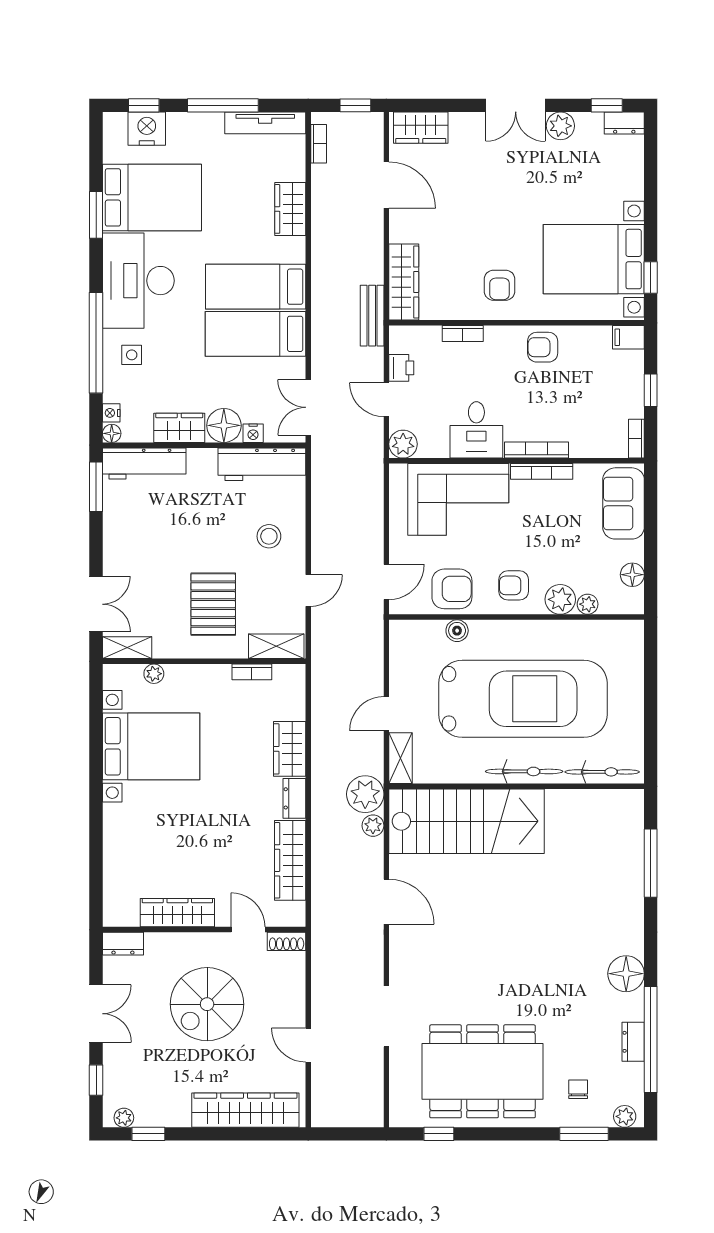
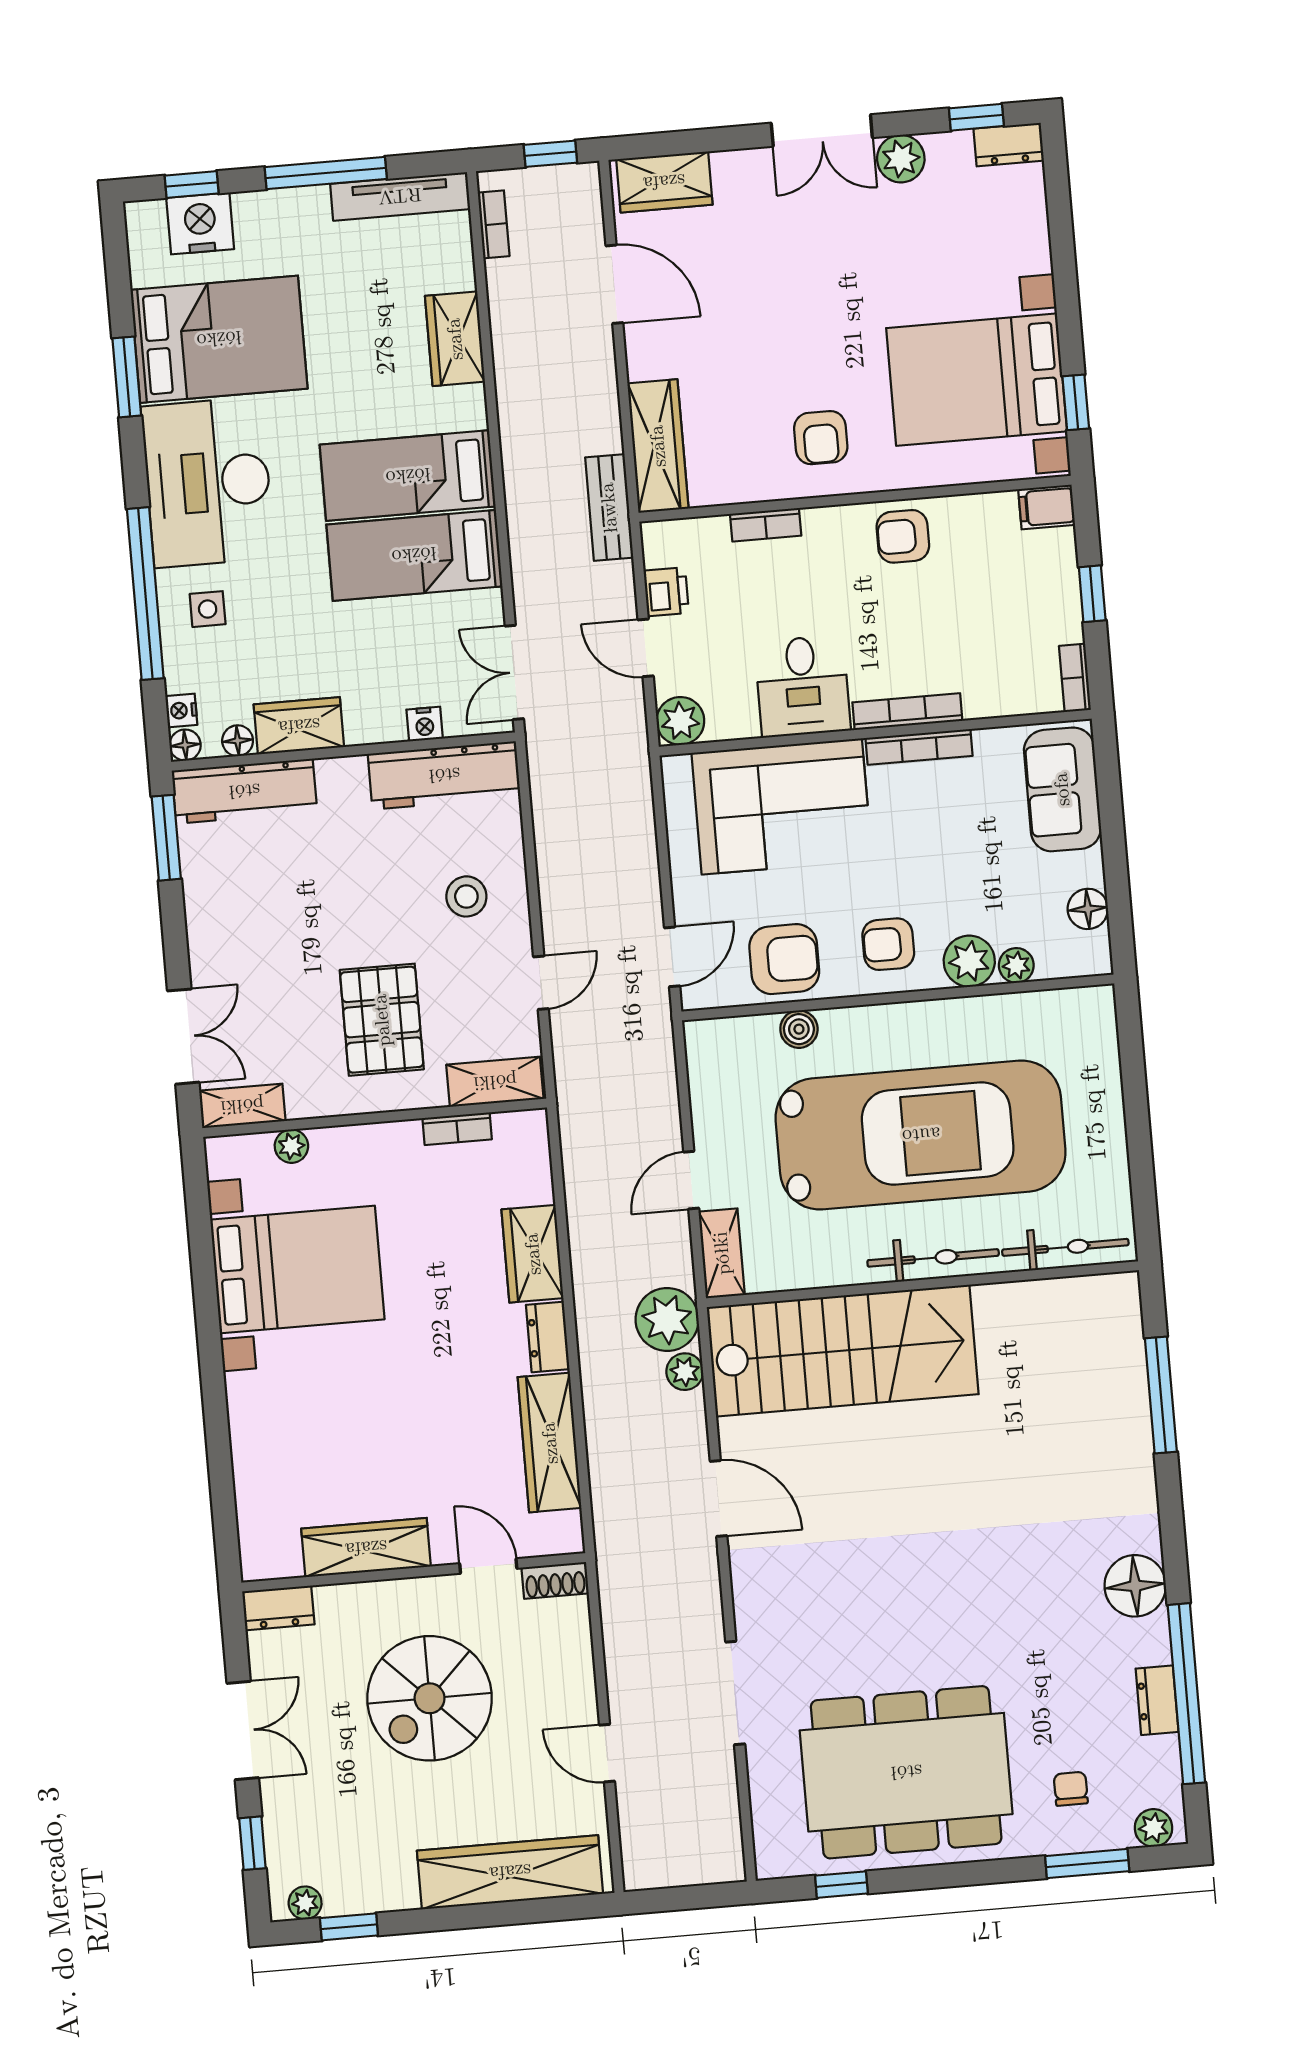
floor lamp: (224, 425) -> (238, 741), moved, width x0.53, depth x0.53

